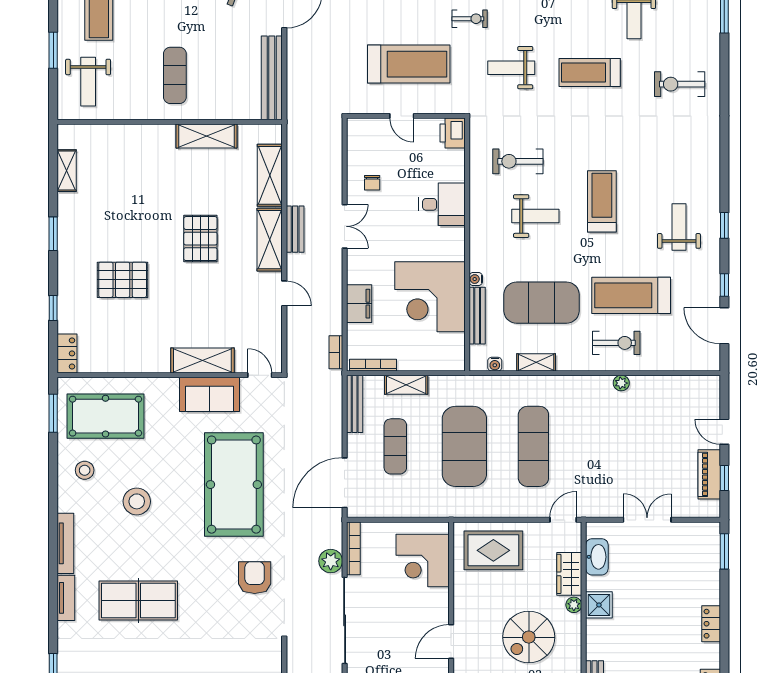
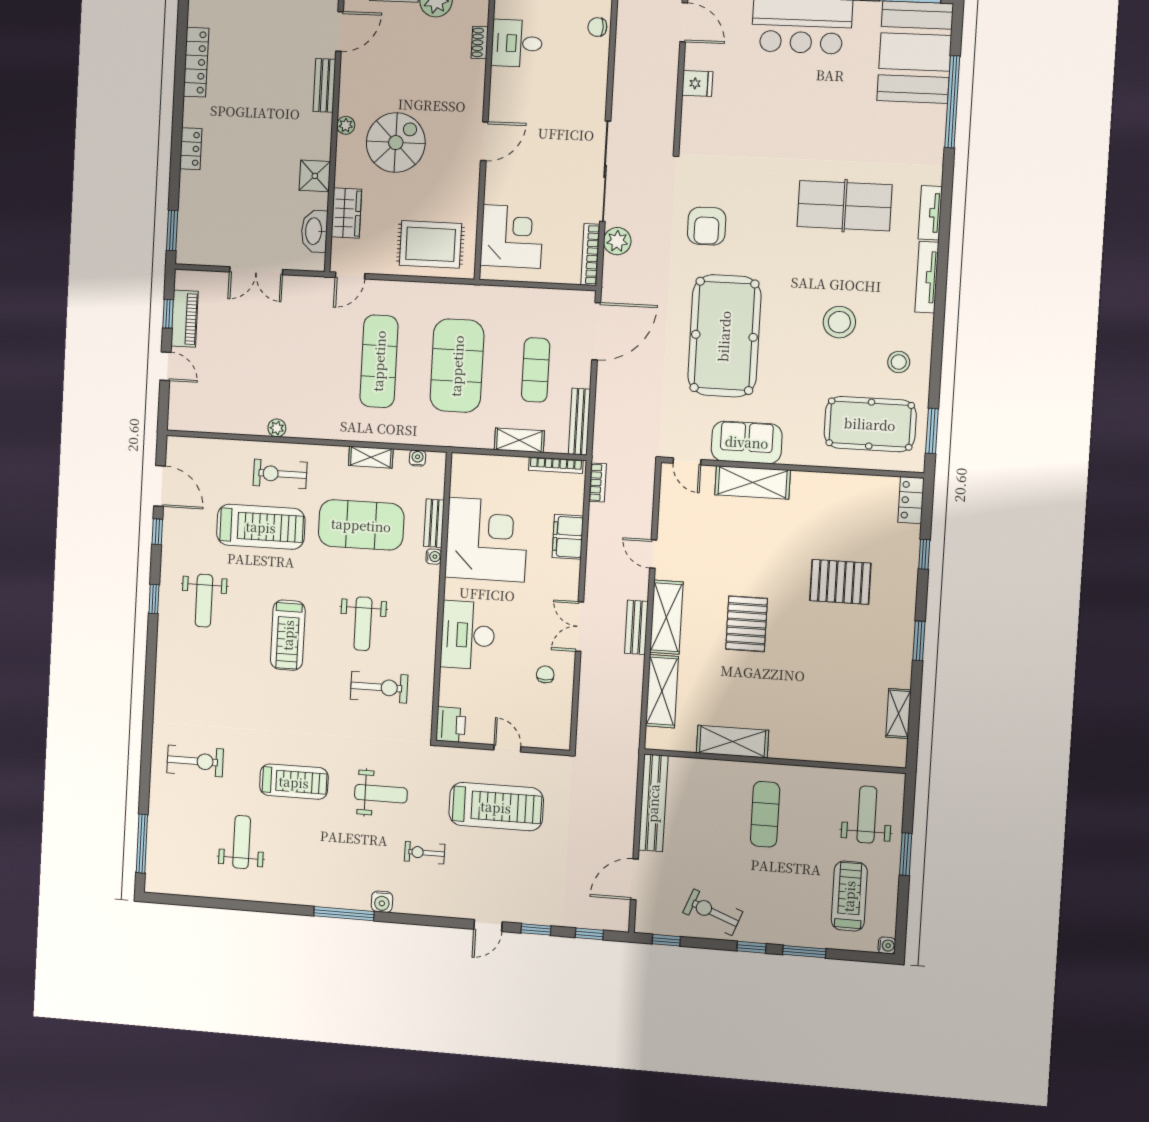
treadmill: (409, 64) -> (496, 807), turned 180
desk: (442, 204) -> (468, 635), width x1.37
weight bench: (535, 216) -> (363, 624), turned -90
bench: (477, 316) -> (434, 523), width x0.73
plant: (574, 605) -> (346, 125), moved

